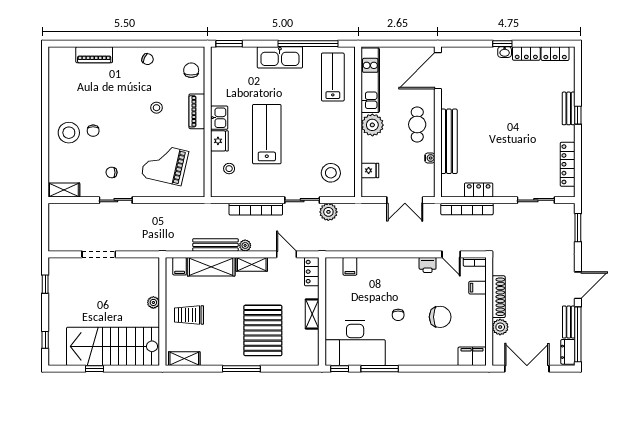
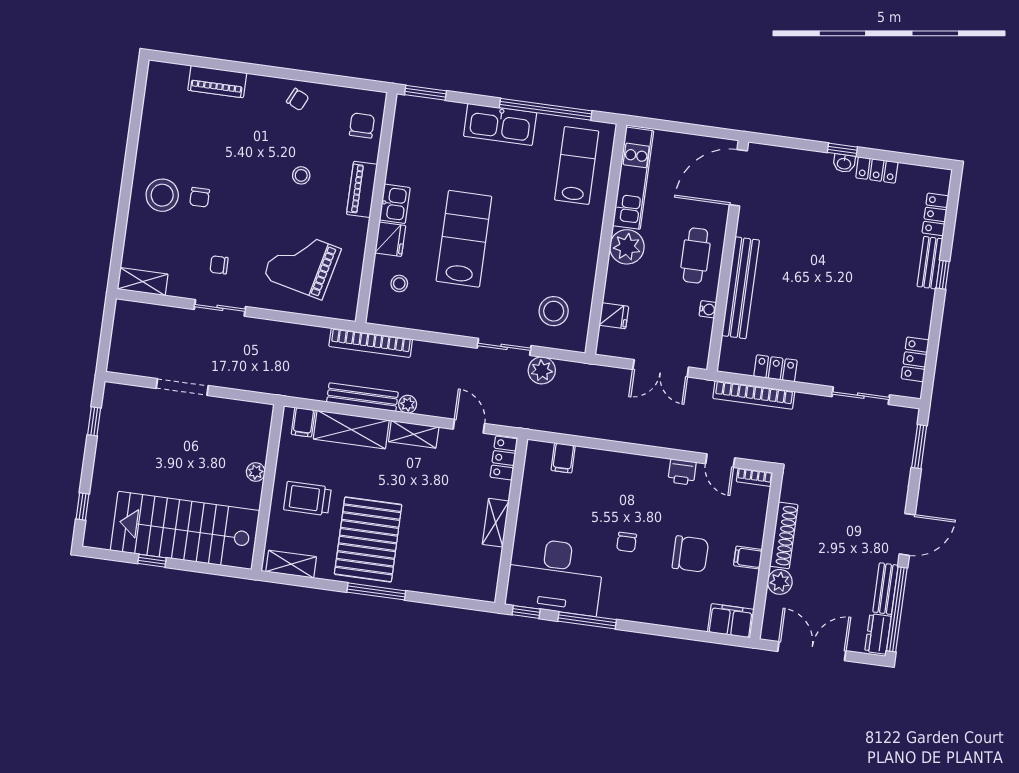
locker: (555, 54) -> (935, 214), moved, turned 90
locker: (568, 164) -> (915, 359), width x0.66
bookcase: (256, 209) -> (371, 343), moved
filing cabinet: (477, 288) -> (748, 558), moved
pallet: (263, 330) -> (368, 539), moved

